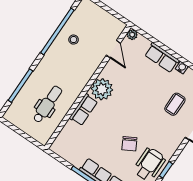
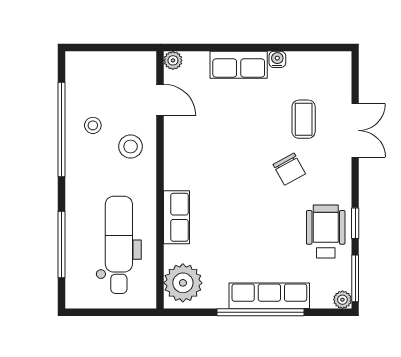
stool: (85, 62) -> (131, 147), added
plant: (102, 89) -> (183, 283), moved
dental chair: (47, 104) -> (119, 245), width x1.36, depth x1.38
chair: (129, 144) -> (289, 169), moved

